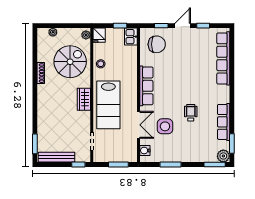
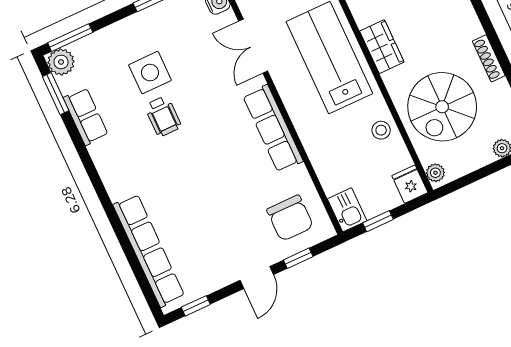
window: (203, 26) -> (196, 306), moved
chair: (157, 44) -> (290, 218), turned -90
row of seats: (224, 122) -> (86, 116), width x0.68
side table: (165, 126) -> (150, 73), moved

